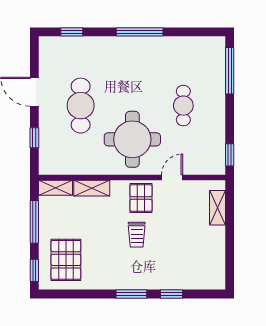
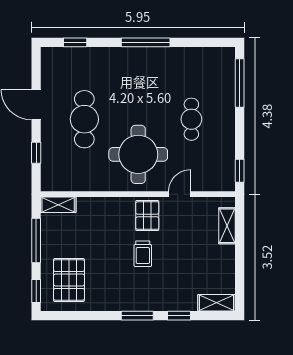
shelving: (92, 188) -> (217, 303), moved

